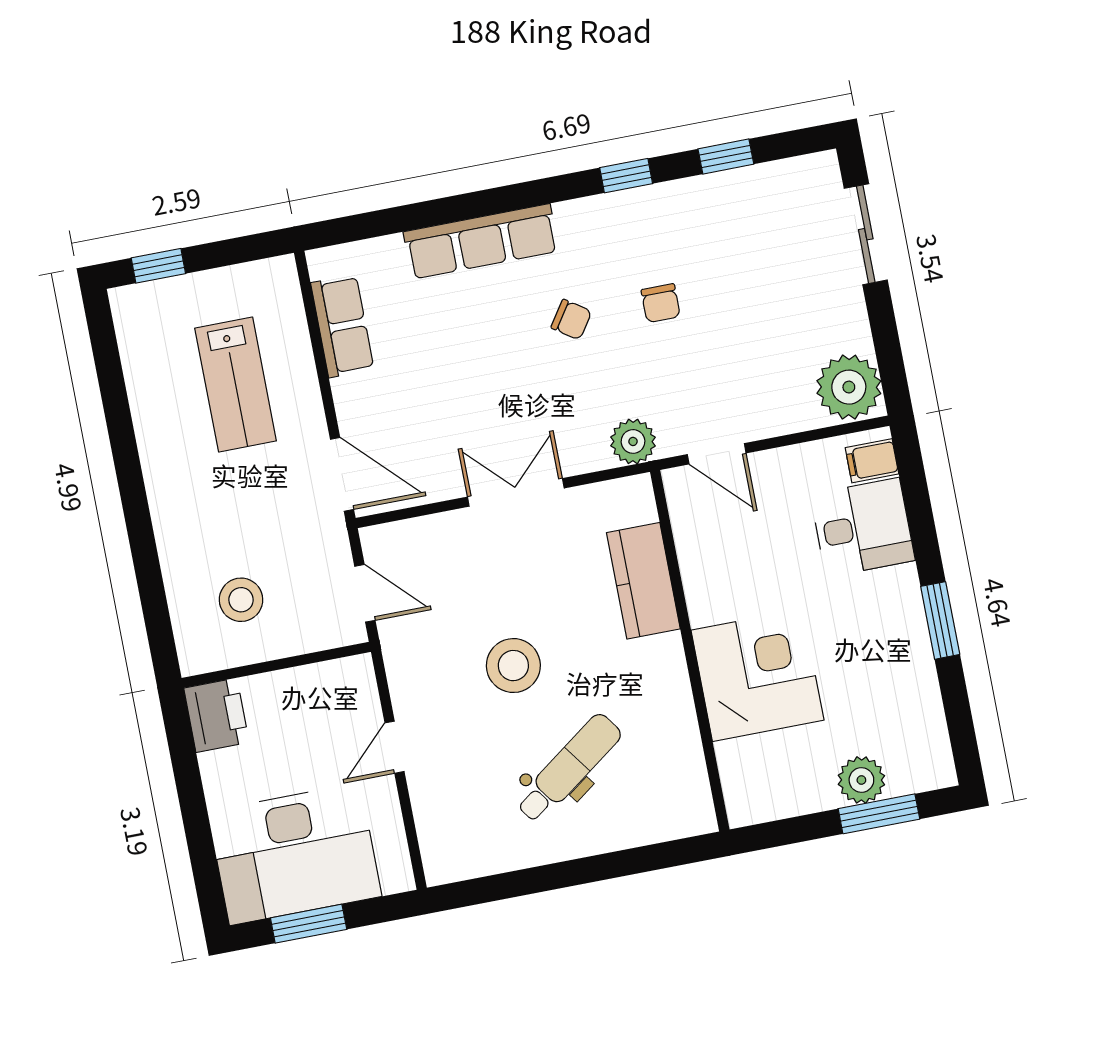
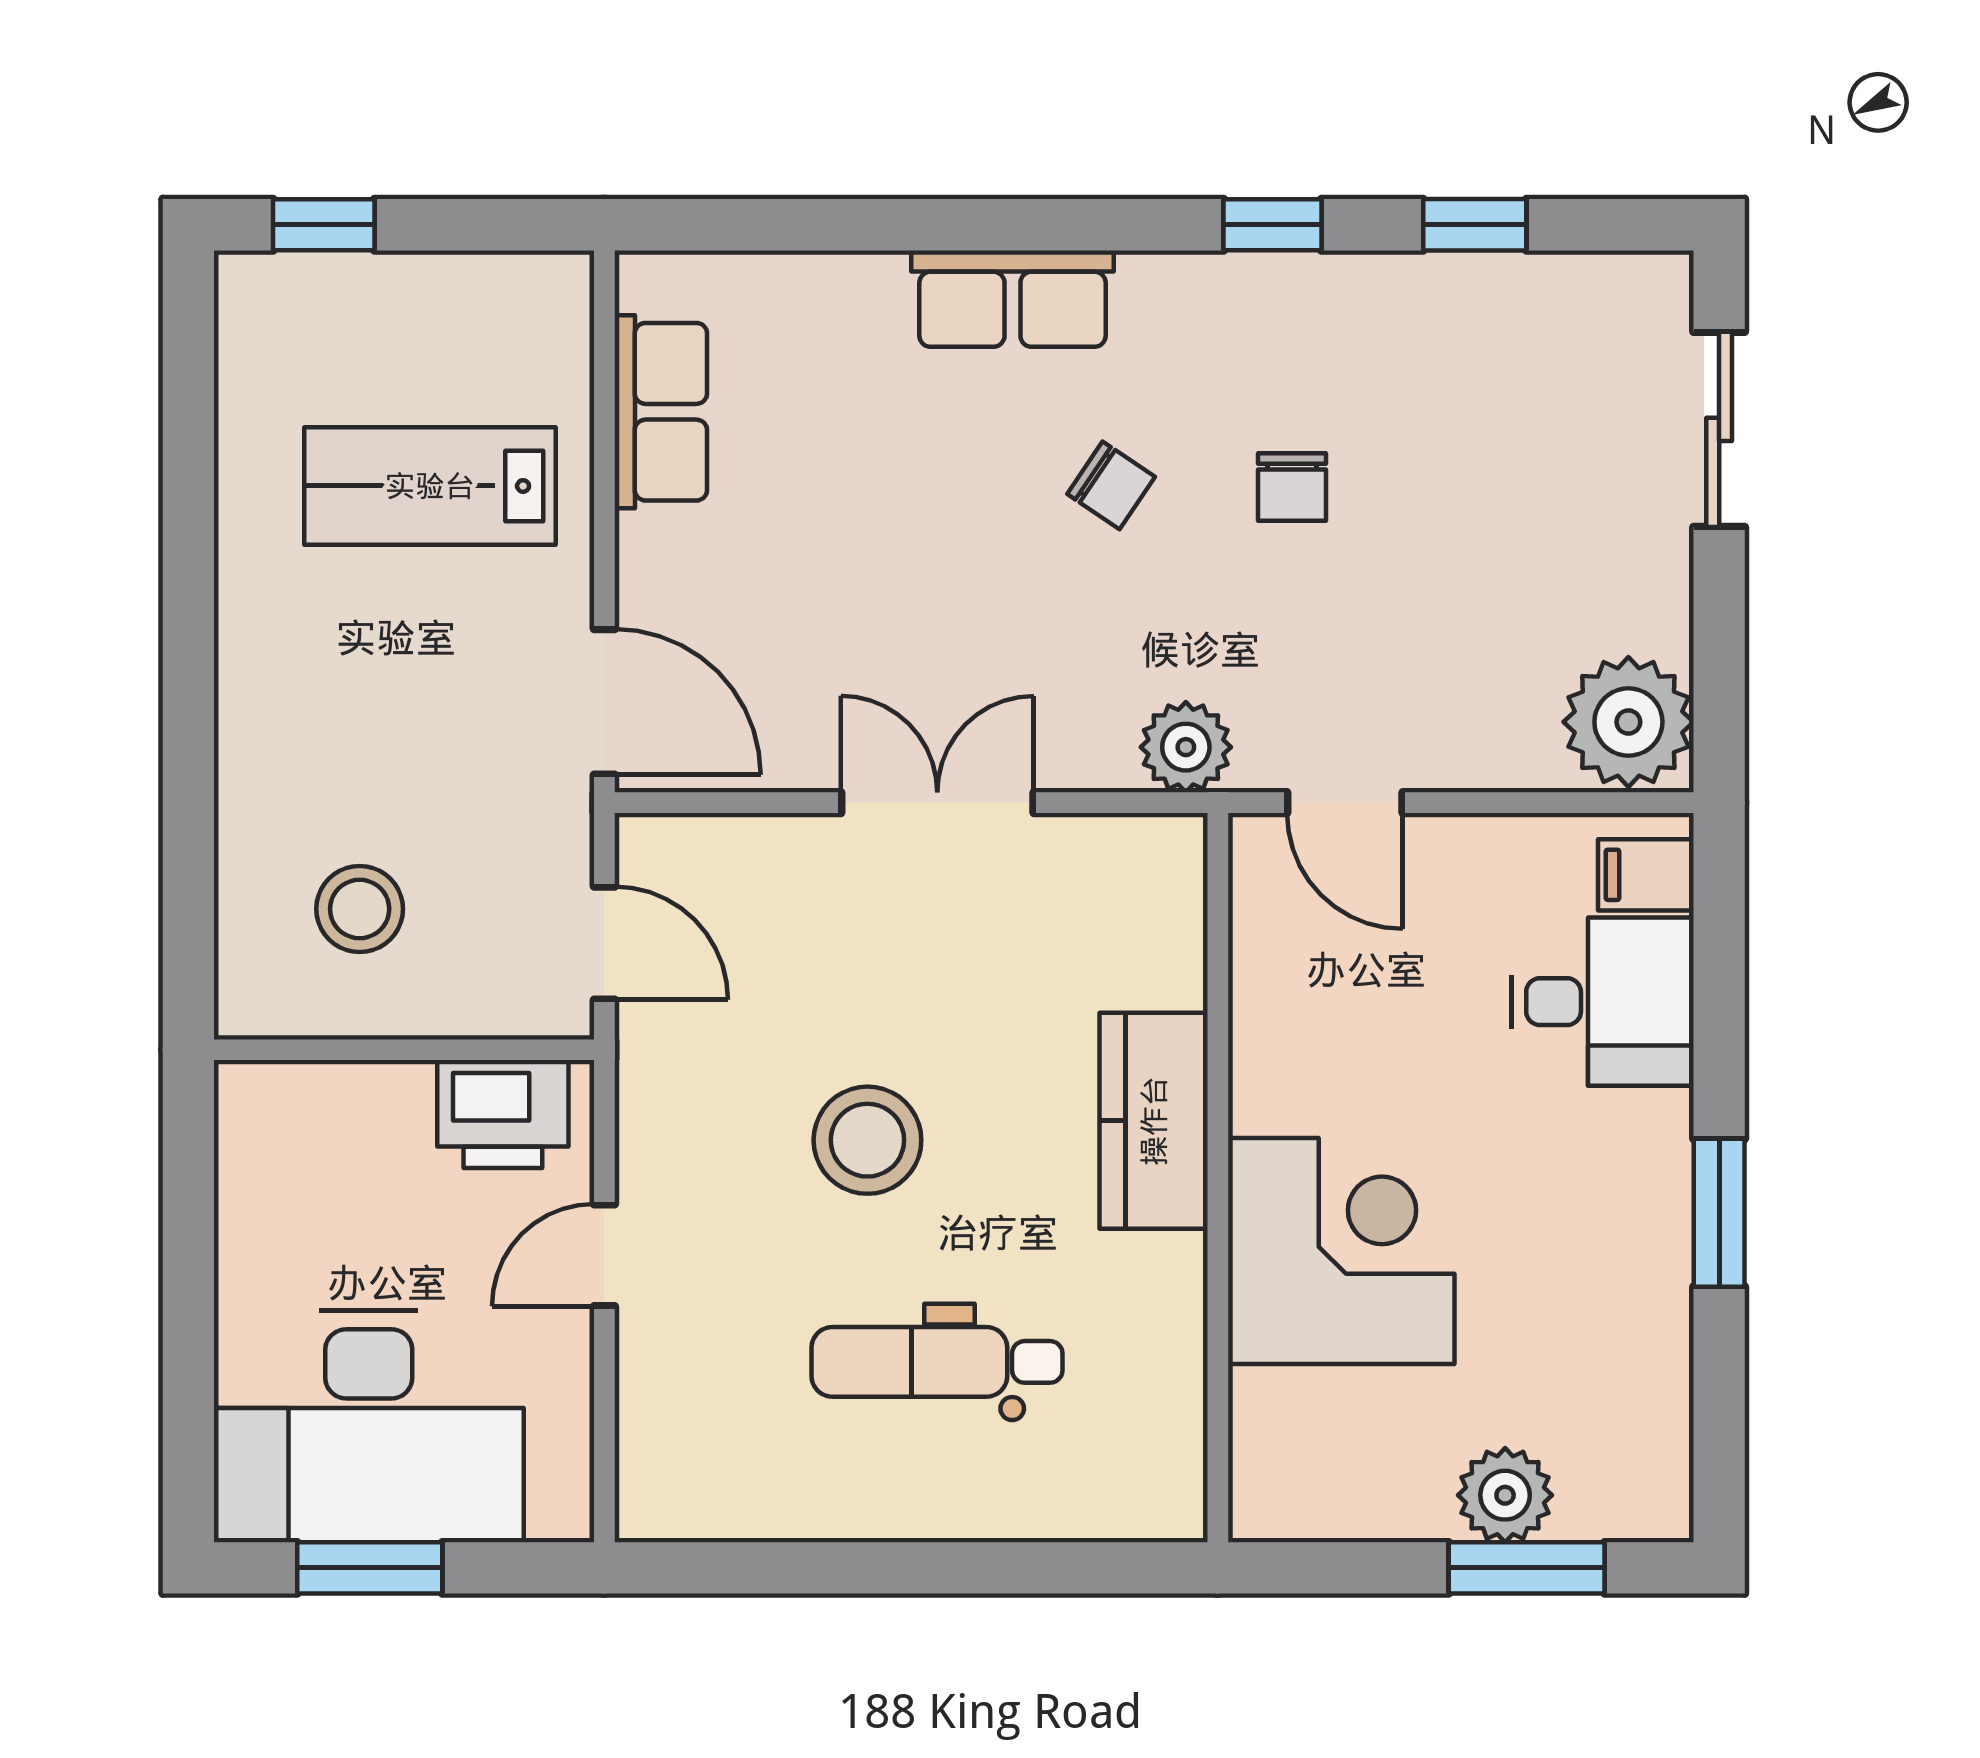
row of seats: (481, 241) -> (1012, 299), width x0.68
lab bench: (236, 384) -> (430, 486), turned 90
kitchen counter: (643, 581) -> (1154, 1121), moved
printer: (216, 715) -> (503, 1114), moved, turned 90
dental chair: (569, 768) -> (937, 1362), turned -144

